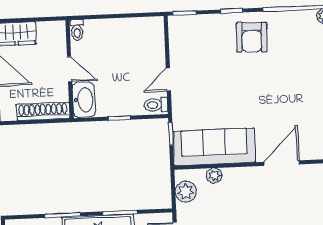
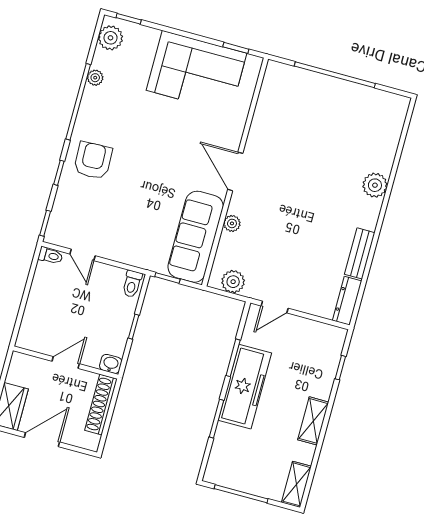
toilet: (77, 30) -> (50, 256), moved
armchair: (252, 37) -> (93, 160), turned -94
door: (168, 79) -> (83, 255), moved
washbasin: (84, 100) -> (111, 364), width x0.52, depth x0.69
plant: (214, 176) -> (232, 223), moved

